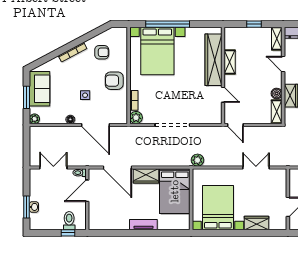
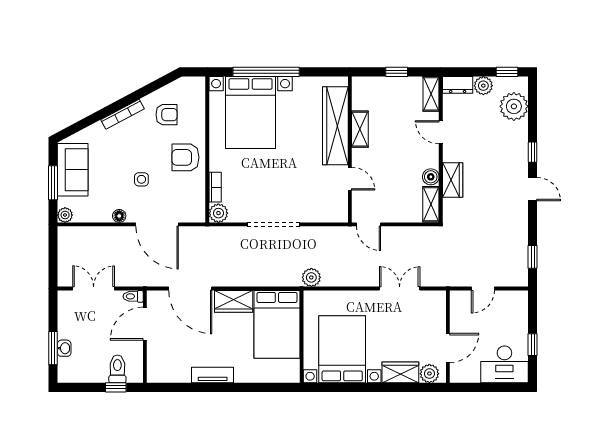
plant: (276, 224) -> (429, 374), added
tv unit: (143, 225) -> (213, 375), moved

